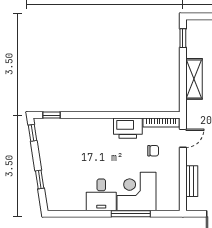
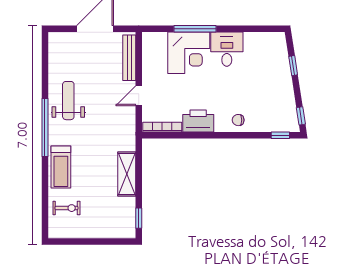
door: (183, 138) -> (139, 96), moved
chair: (153, 151) -> (238, 120), moved
bench: (192, 181) -> (129, 58), width x1.36

